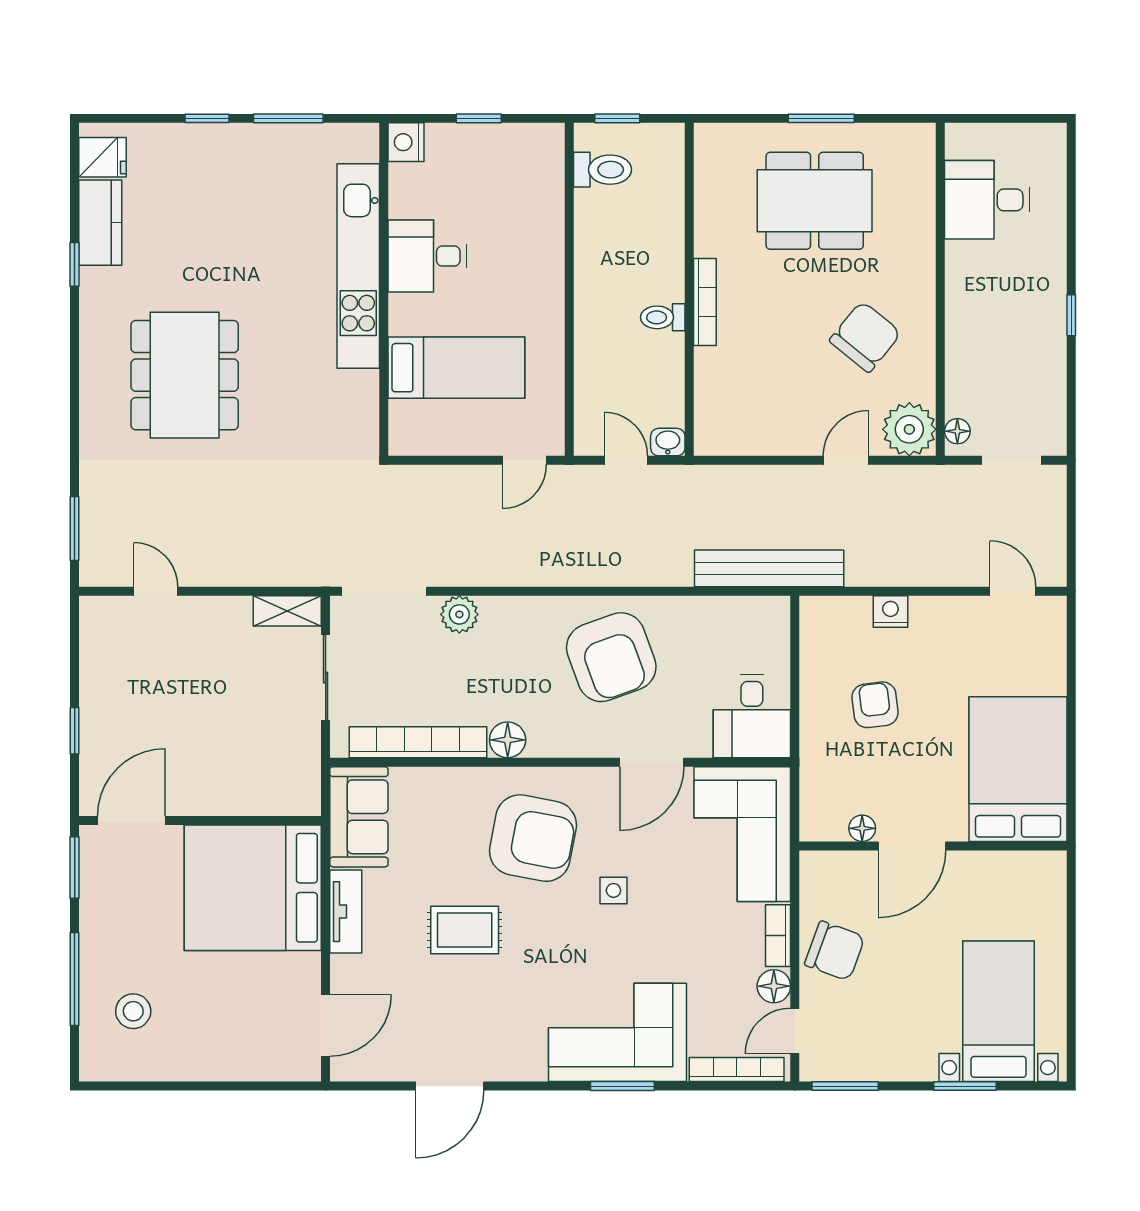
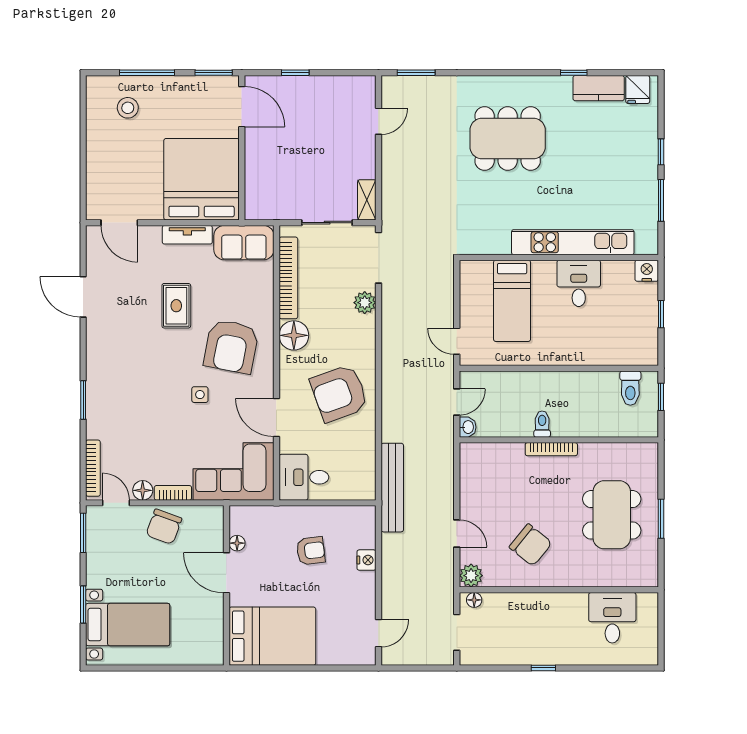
plant: (909, 429) -> (471, 576), width x0.73, depth x0.73
floor lamp: (508, 740) -> (294, 335), width x1.38, depth x1.38
corner sofa: (618, 1032) -> (115, 397), removed

